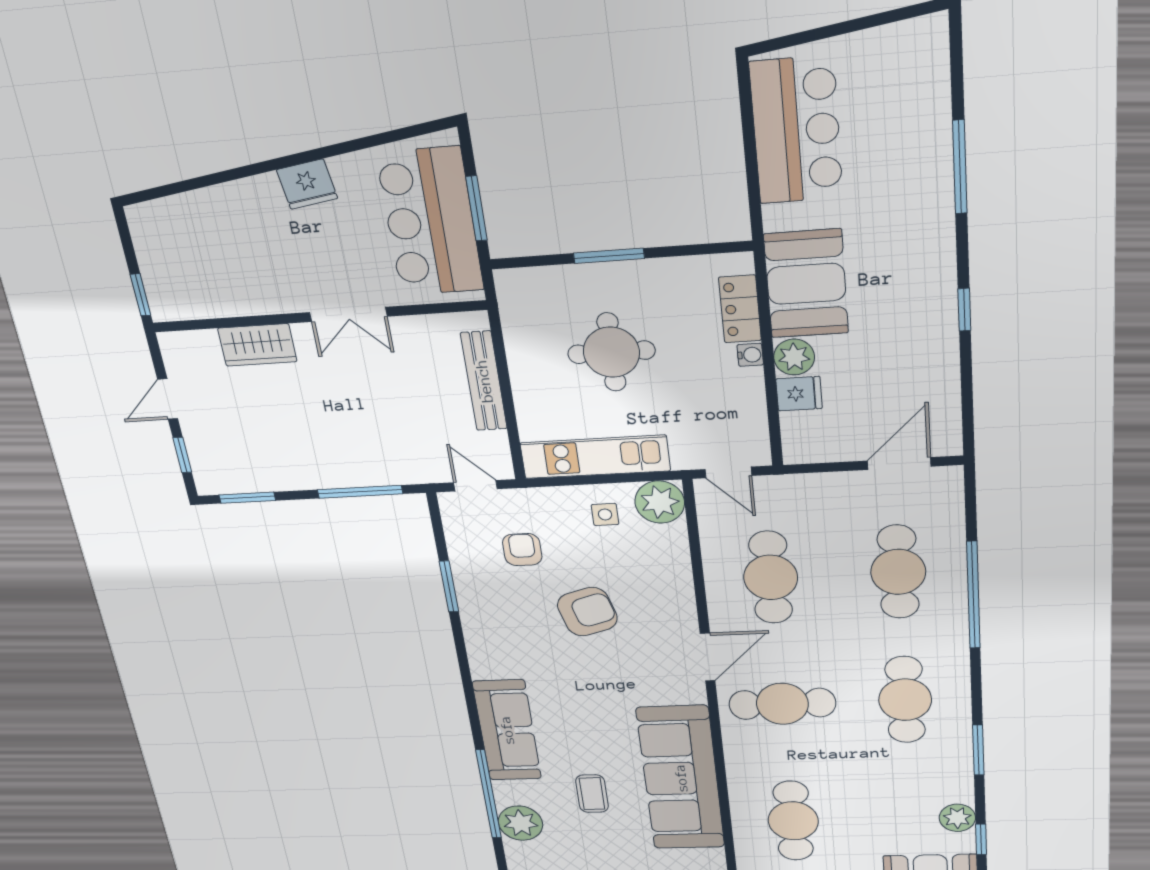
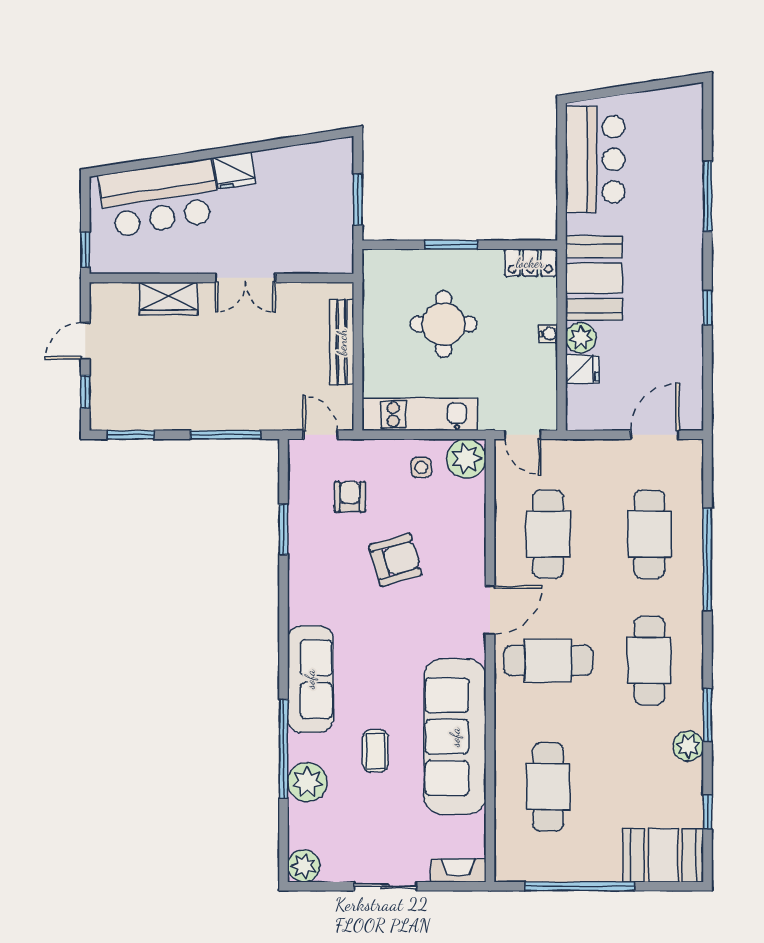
bar counter: (430, 222) -> (159, 198), moved, turned -99
locker: (740, 309) -> (530, 263), moved, turned -90
plant: (957, 818) -> (688, 746), moved

